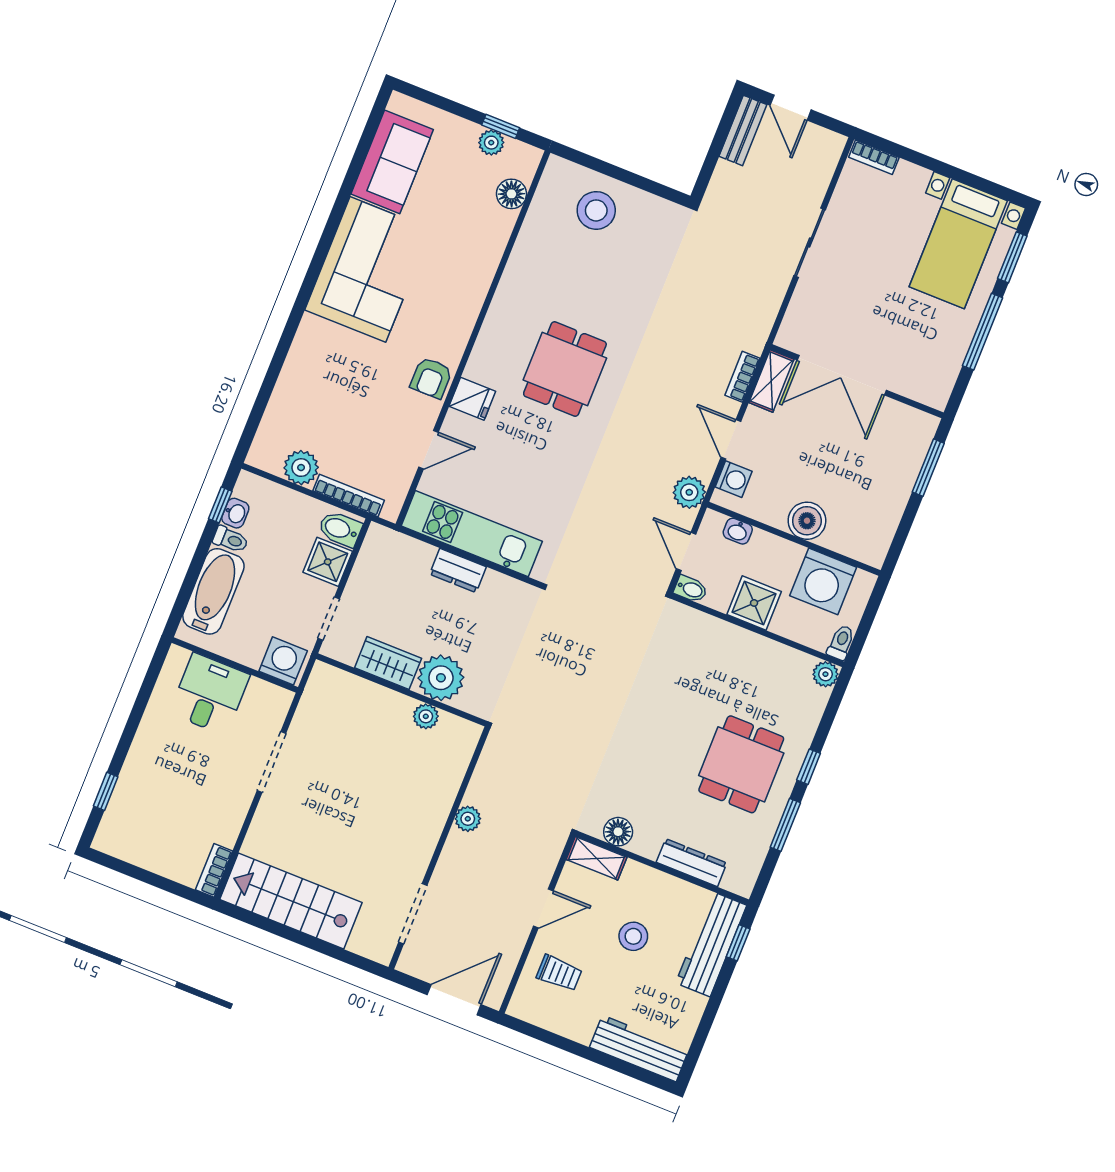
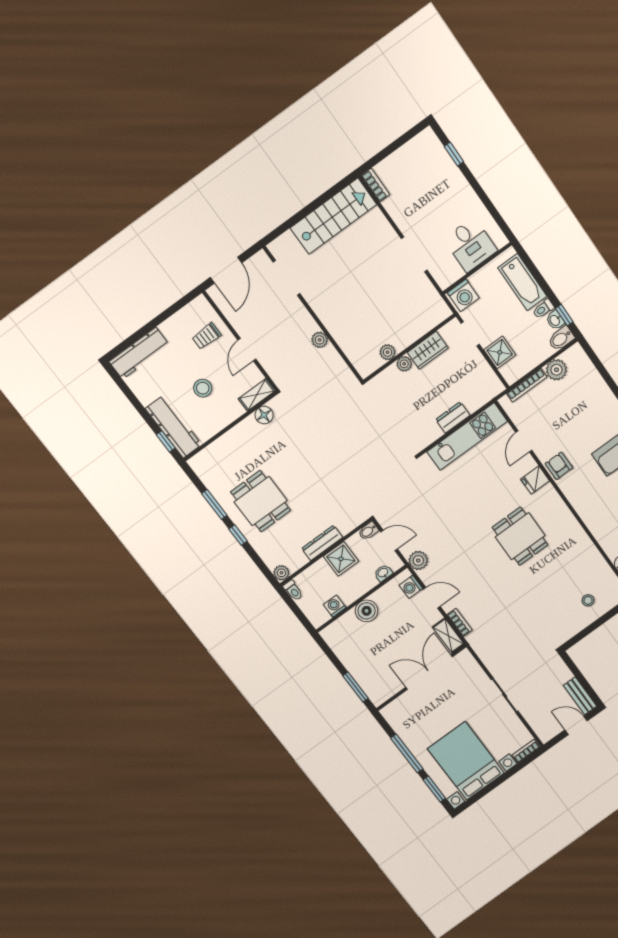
stool: (596, 210) -> (588, 600), width x0.53, depth x0.53
bed with nightstands: (958, 244) -> (466, 761), width x1.36
bidet: (340, 529) -> (561, 338), moved, turned 180
washing machine: (823, 581) -> (335, 606), width x0.53, depth x0.53
plant: (441, 678) -> (404, 364), width x0.53, depth x0.53
dresser: (692, 863) -> (322, 543), moved, turned 180

